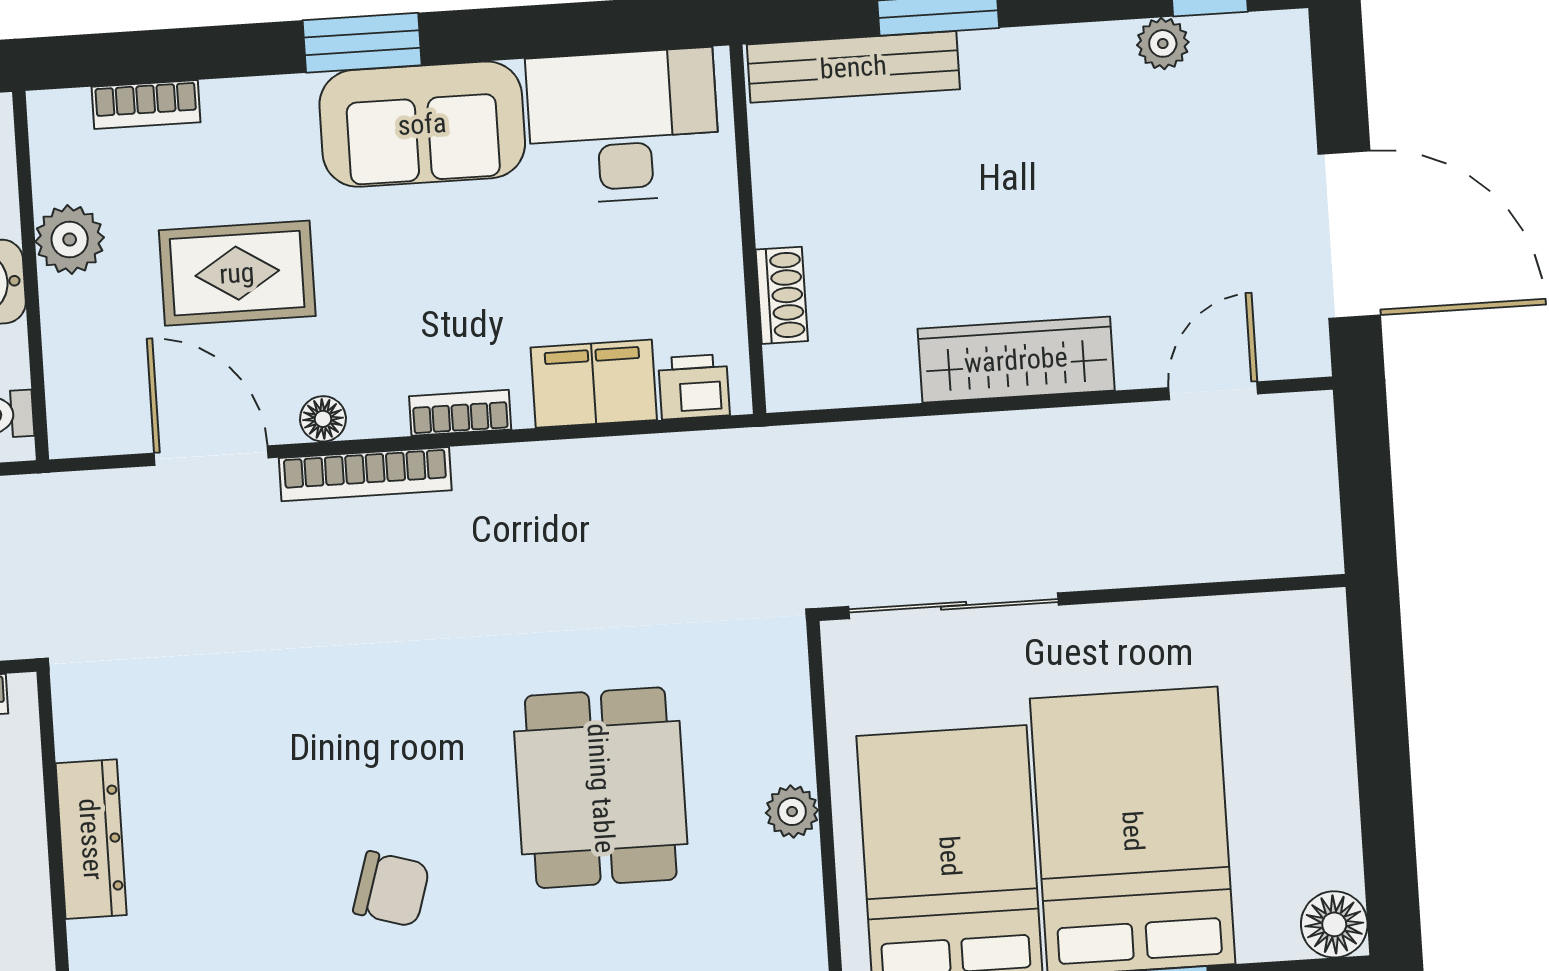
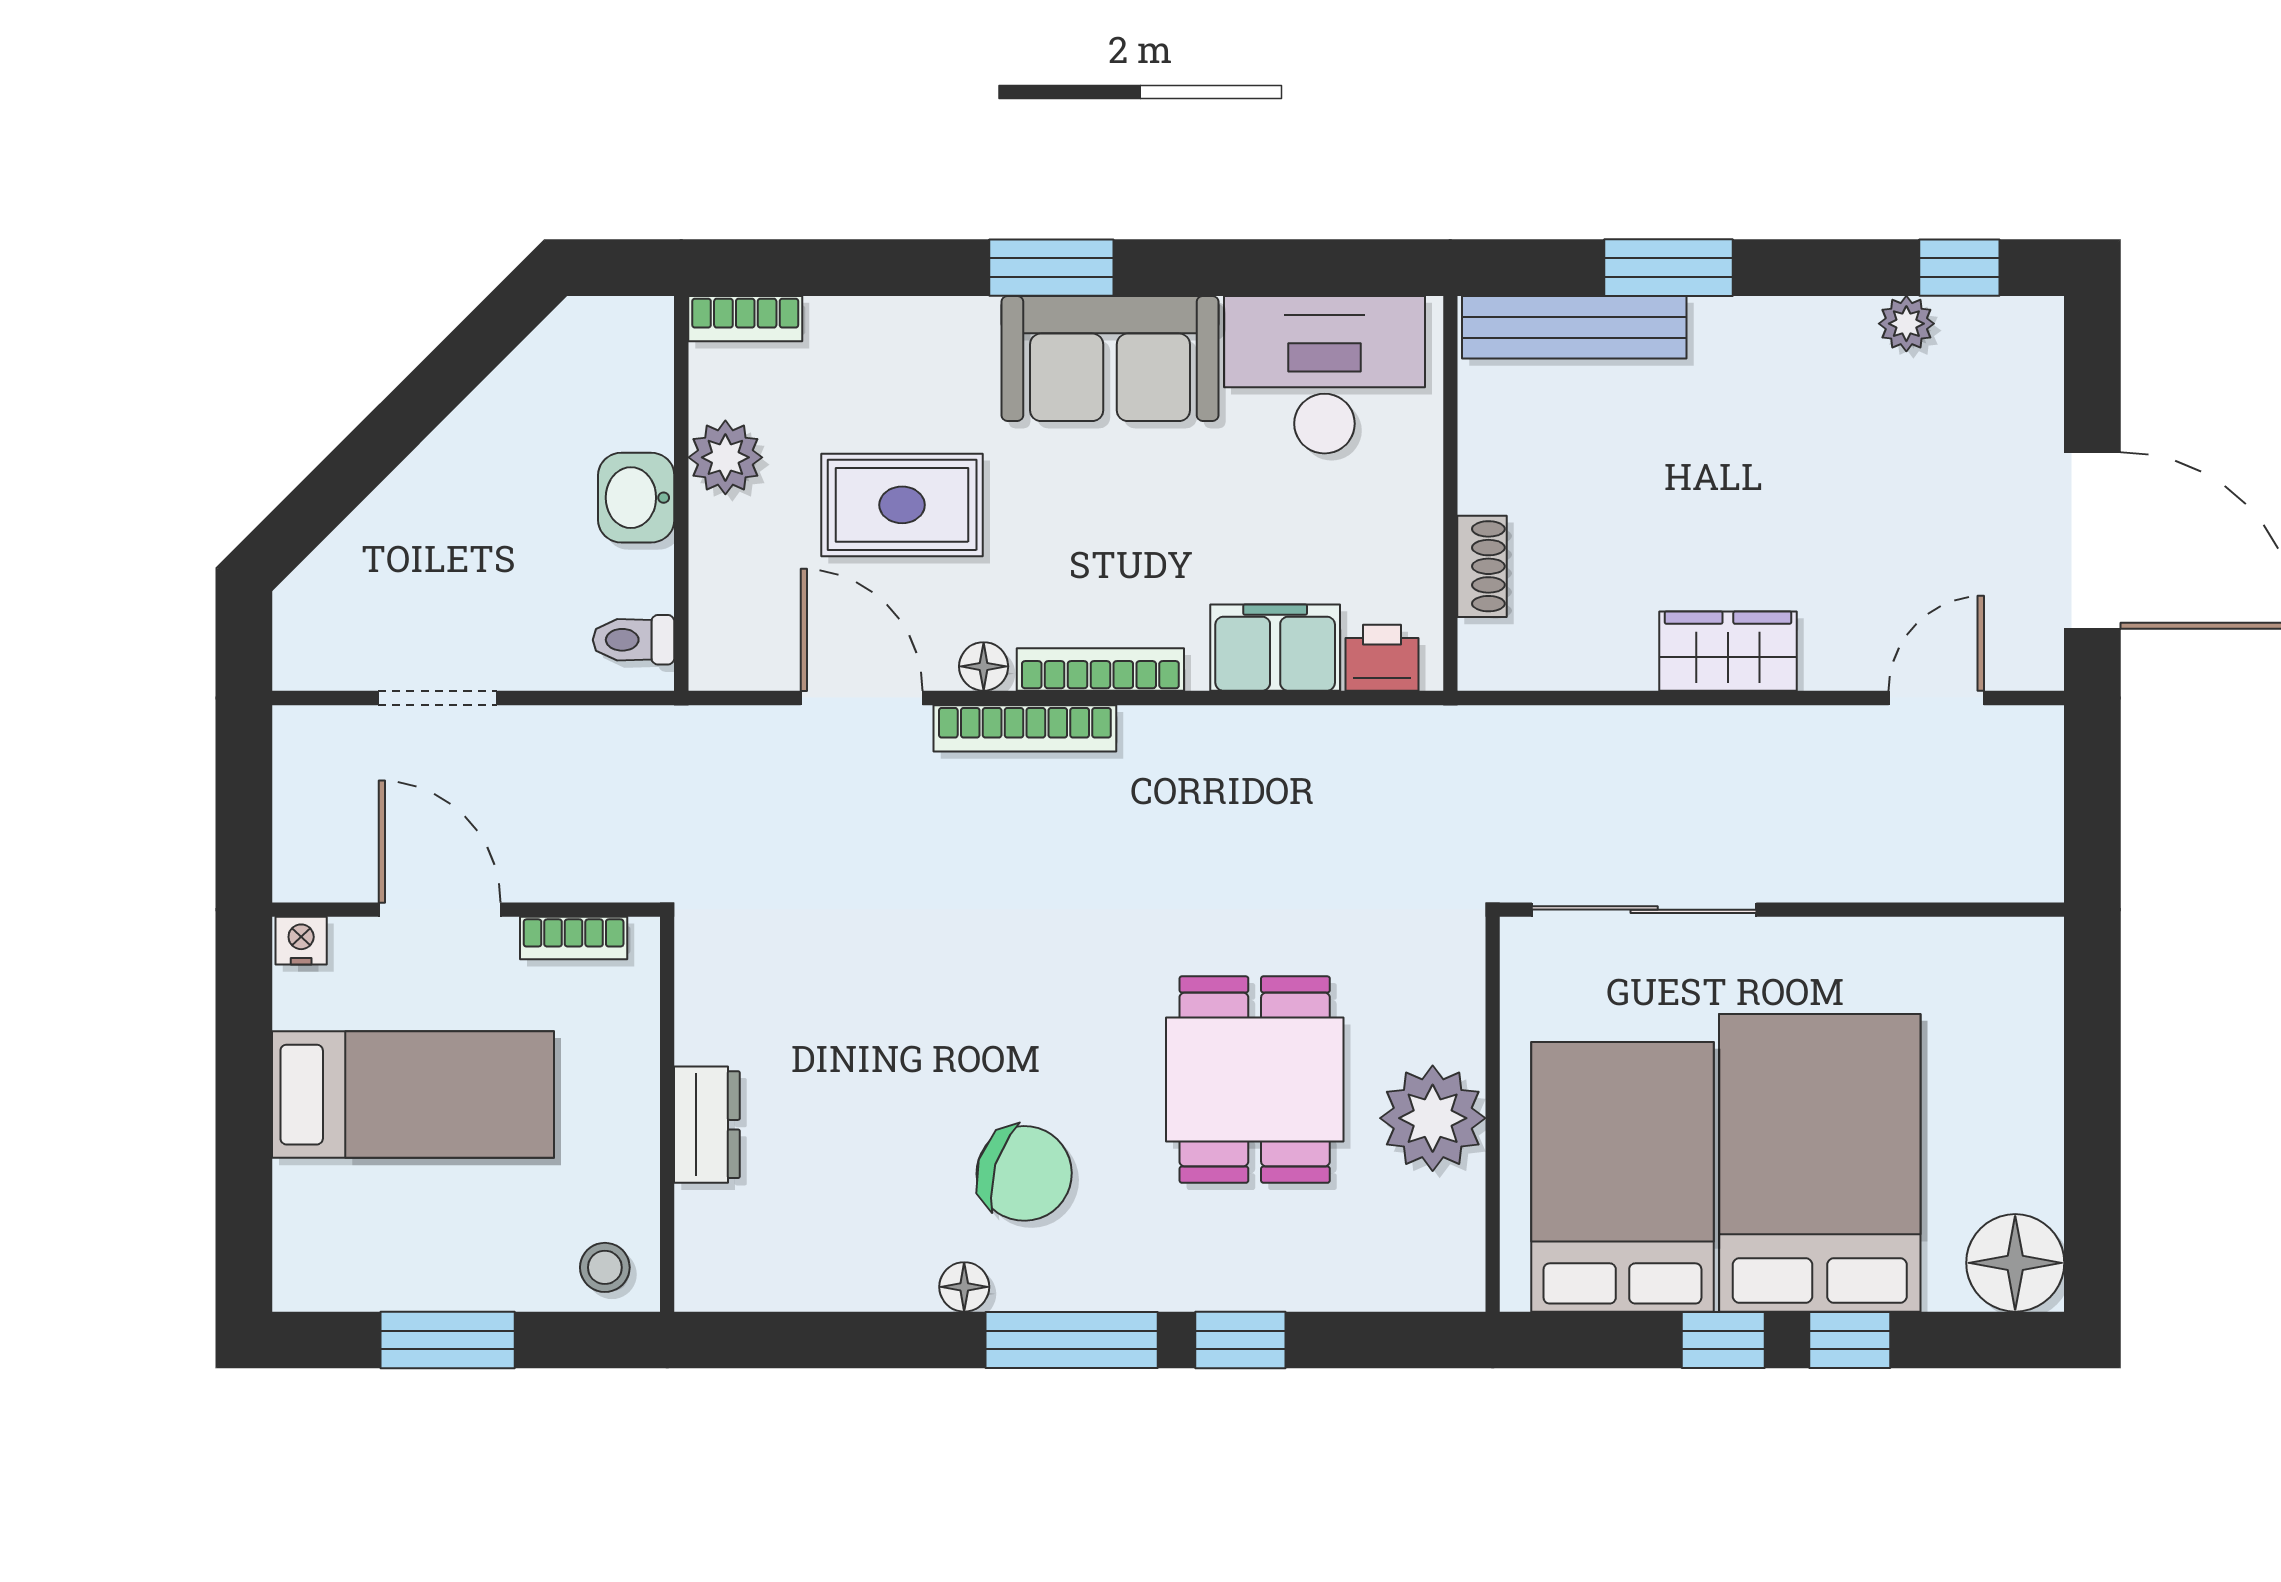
bookcase: (146, 104) -> (745, 319), moved
wardrobe: (1016, 360) -> (1728, 651), width x0.67
bookcase: (460, 413) -> (1100, 670), width x1.56
plant: (792, 812) -> (1433, 1118), width x1.88, depth x1.88
dresser: (91, 839) -> (707, 1125), width x0.70
chair: (391, 889) -> (1024, 1173), width x1.37, depth x1.37
floor lamp: (1334, 924) -> (2015, 1263), width x1.38, depth x1.38

